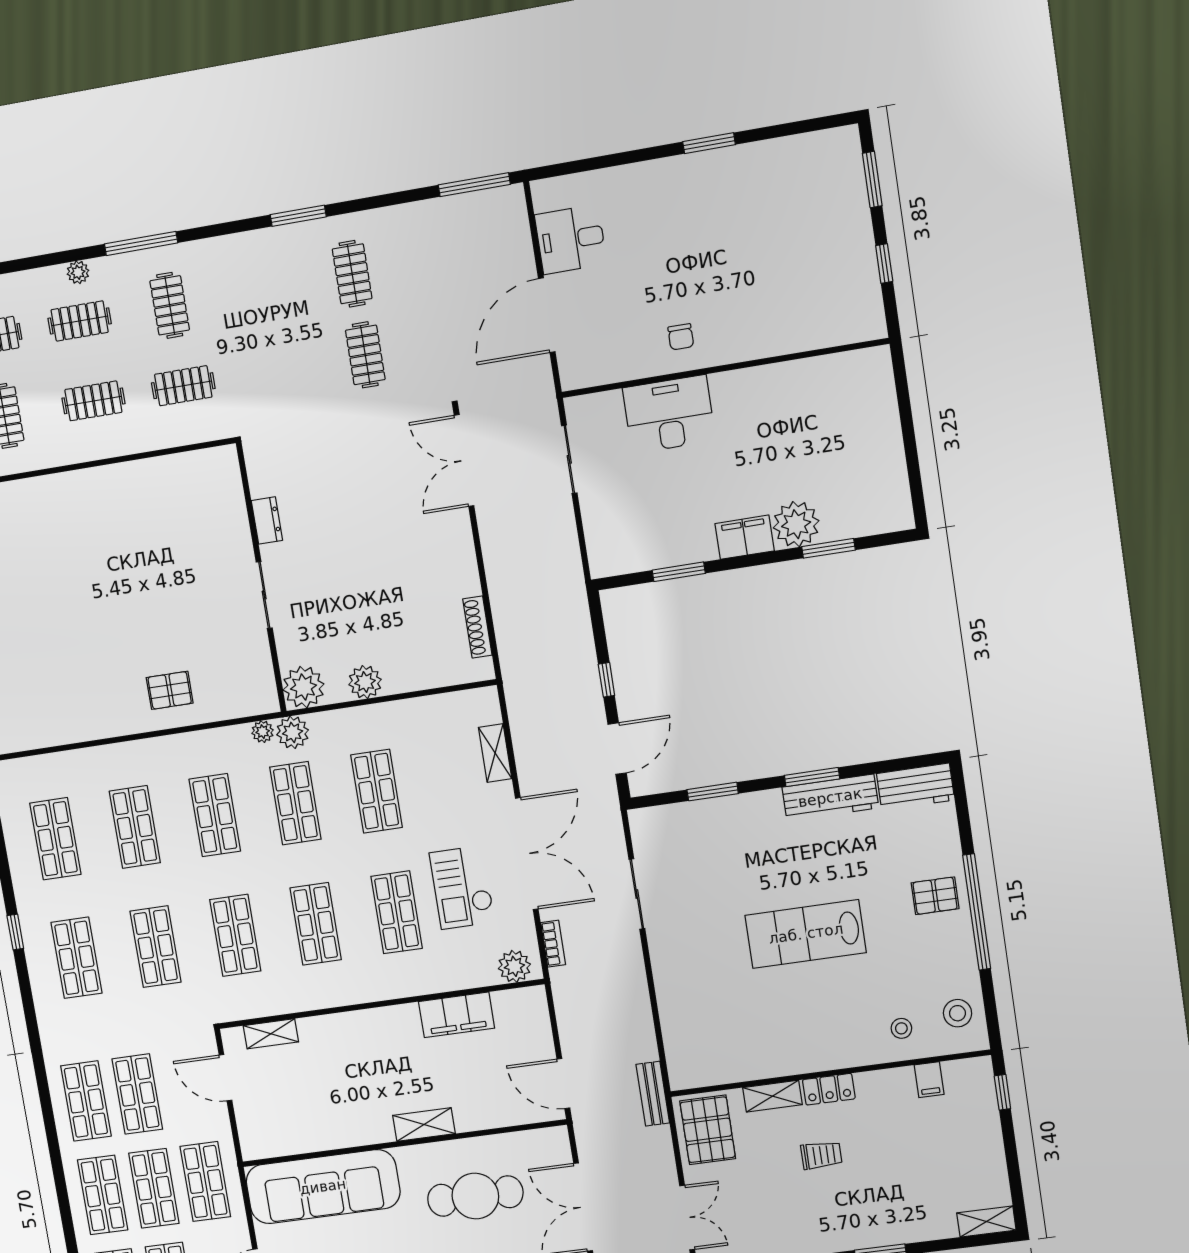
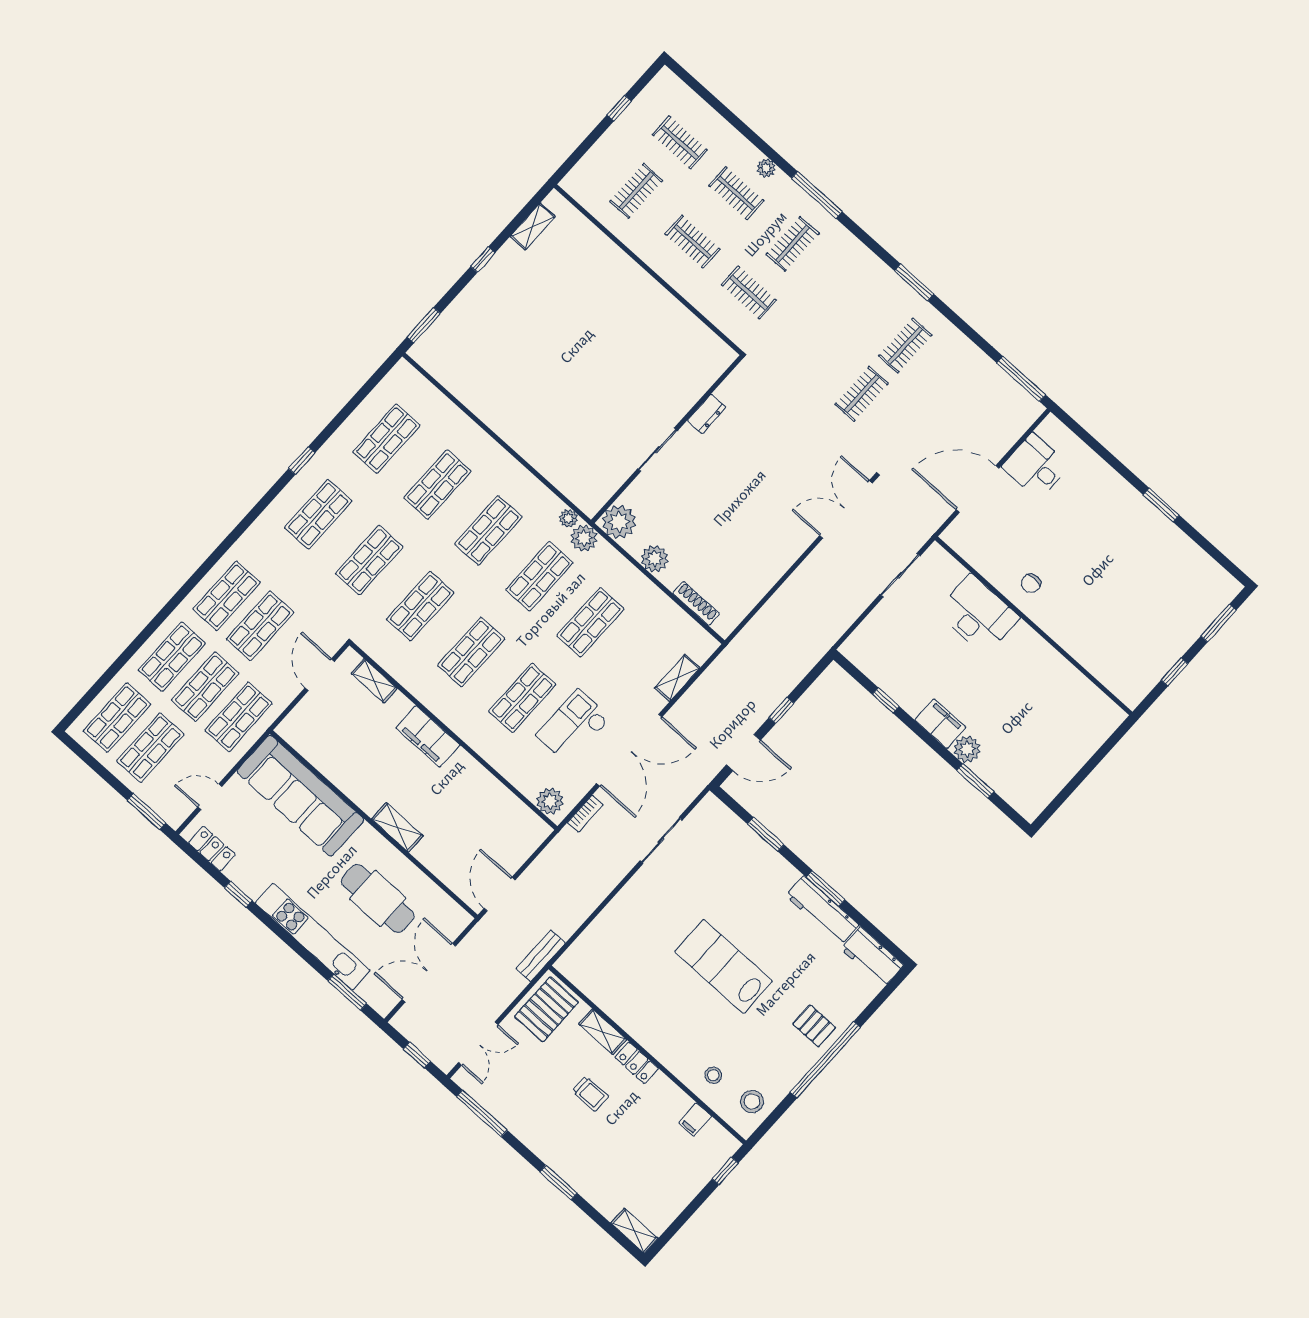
plant: (796, 524) -> (967, 749), width x0.73, depth x0.73
window: (679, 572) -> (886, 700), width x0.67
shoe rack: (477, 627) -> (696, 603), moved, turned 90
pallet: (170, 690) -> (546, 437), removed
filing cabinet: (457, 1015) -> (428, 737), moved

